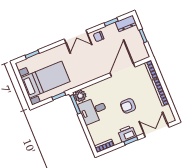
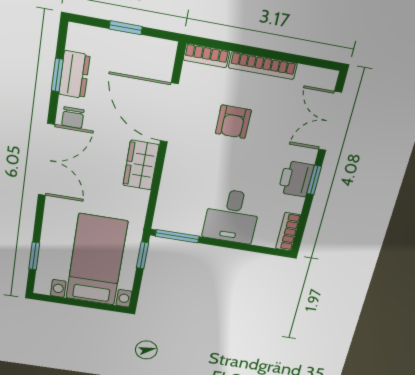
dresser: (126, 23) -> (74, 75), moved
double door: (76, 36) -> (46, 160), width x1.37
wardrobe: (96, 72) -> (141, 165), added
plant: (80, 96) -> (167, 219), removed
armchair: (128, 106) -> (233, 122), moved
desk: (93, 110) -> (232, 216), moved

